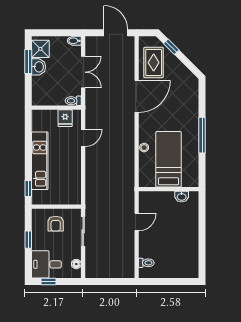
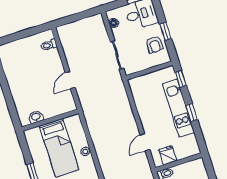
window: (28, 152) -> (192, 113), added
armchair: (56, 224) -> (154, 44), moved, turned 180

